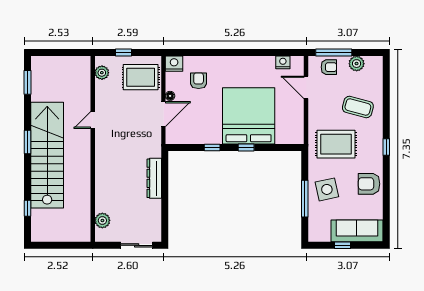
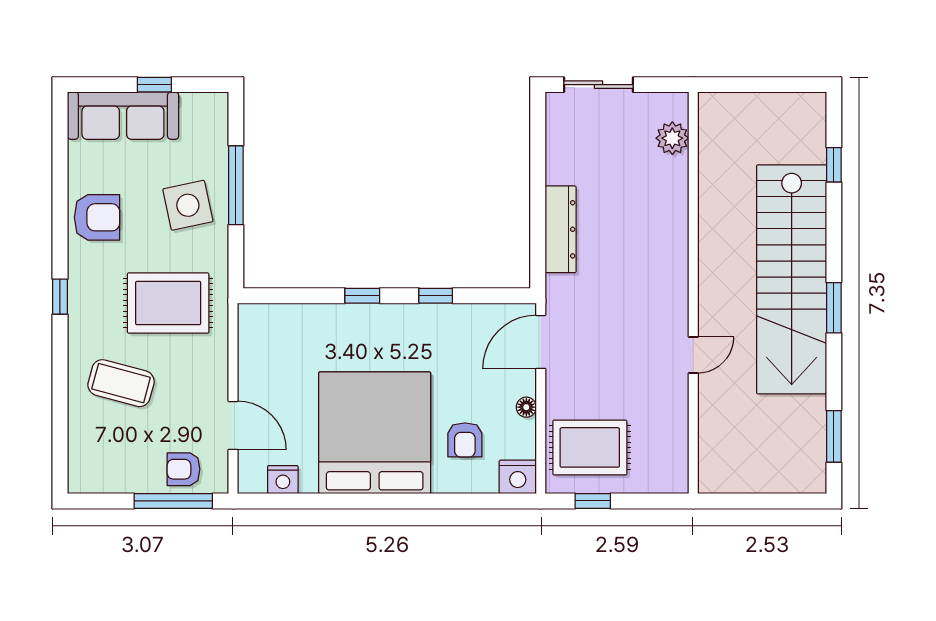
window: (124, 52) -> (593, 501), moved
plant: (357, 64) -> (124, 477), removed
plant: (102, 73) -> (674, 457), removed
door: (163, 114) -> (541, 342), moved
bed: (249, 116) -> (375, 433), moved, turned 180

